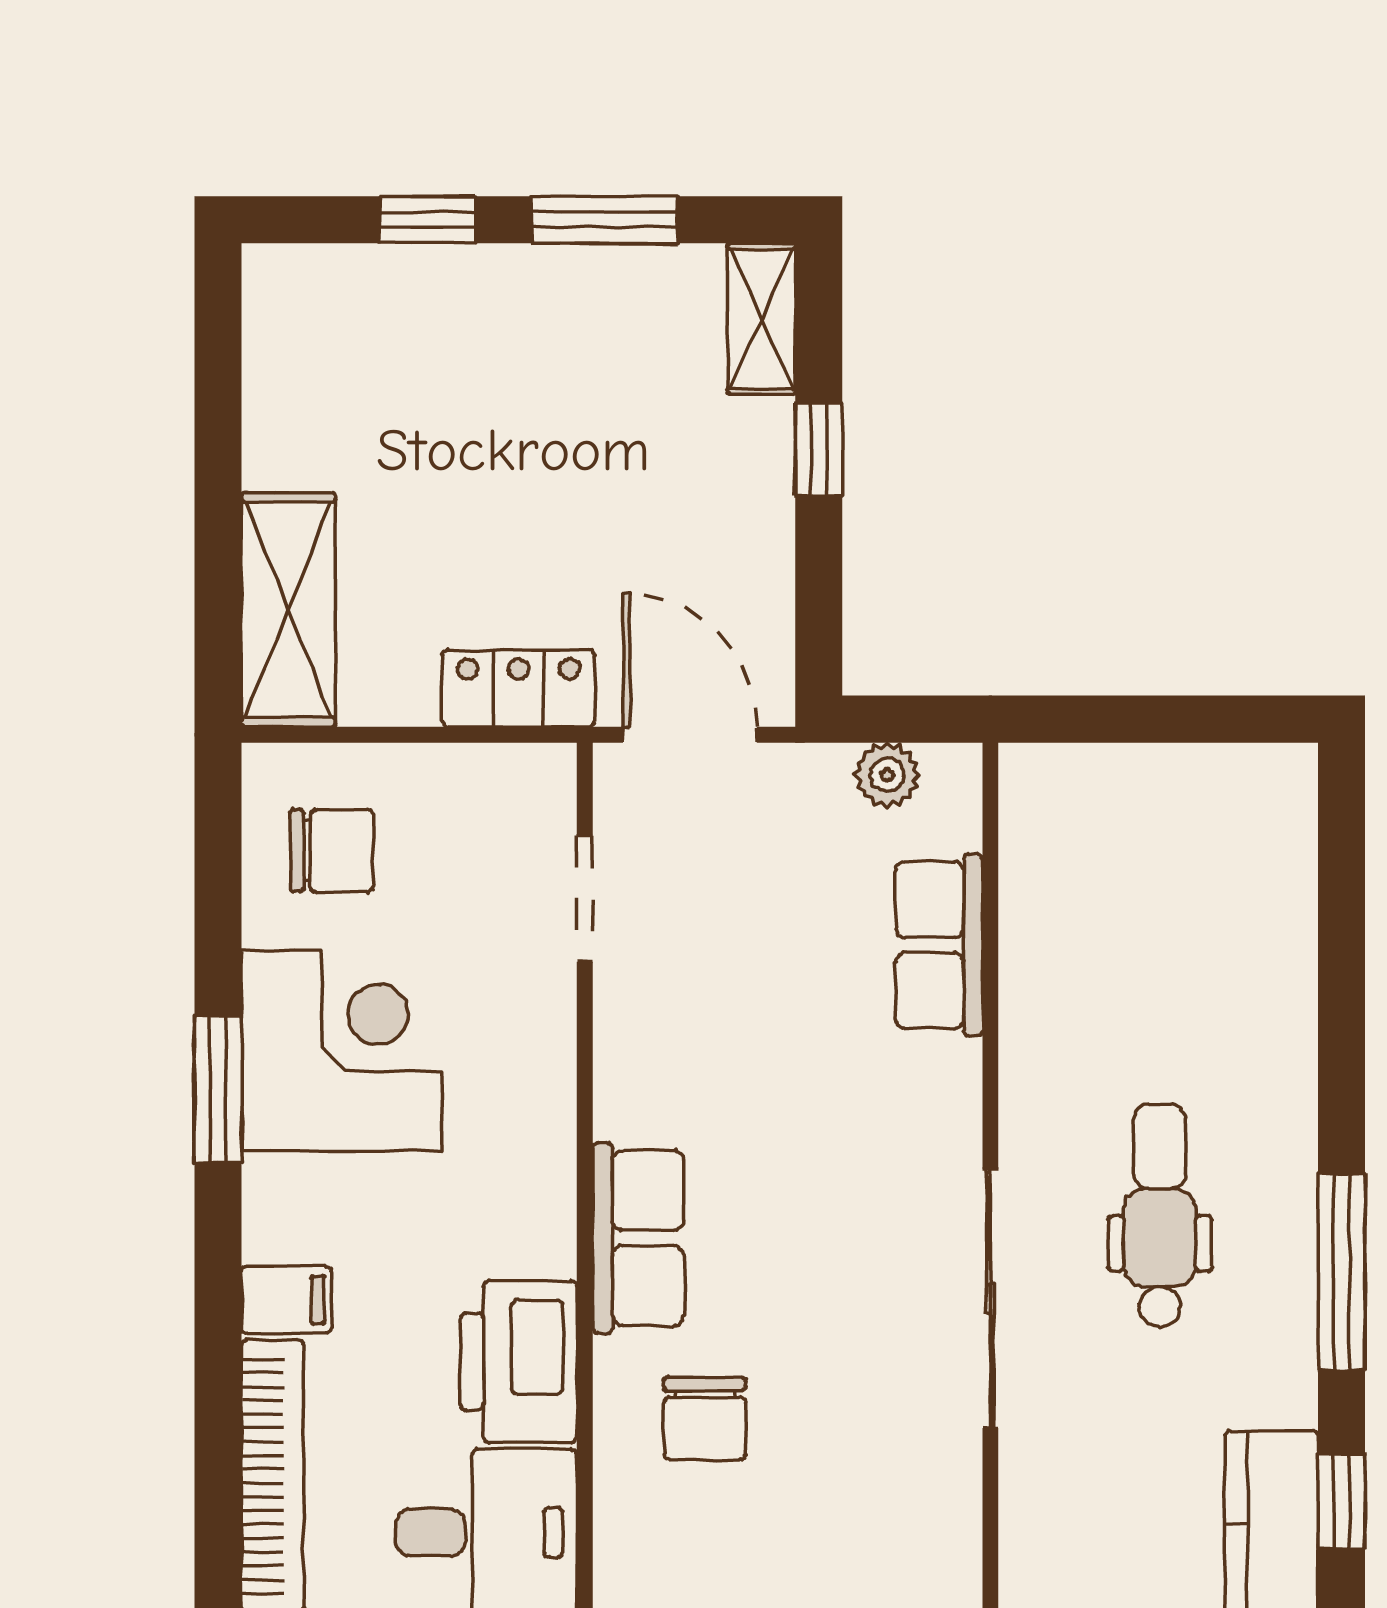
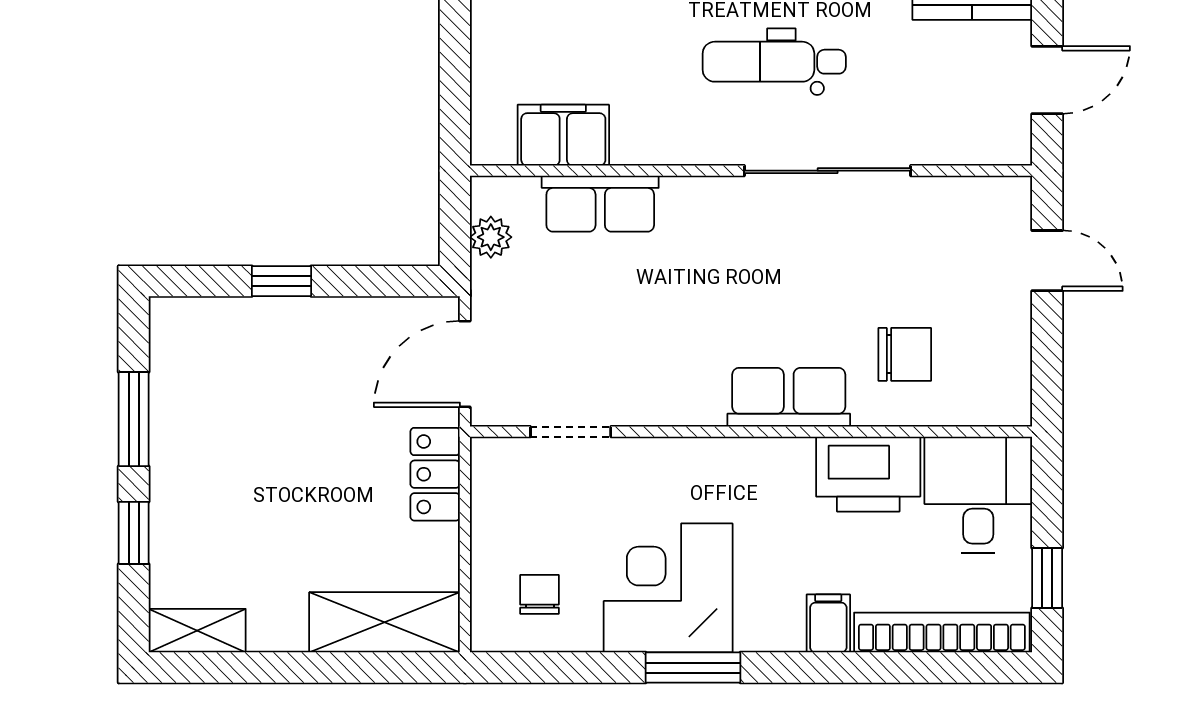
shelving: (761, 319) -> (197, 631), moved
chair: (332, 851) -> (540, 594), width x0.73, depth x0.73
filing cabinet: (1046, 888) -> (563, 135), added

